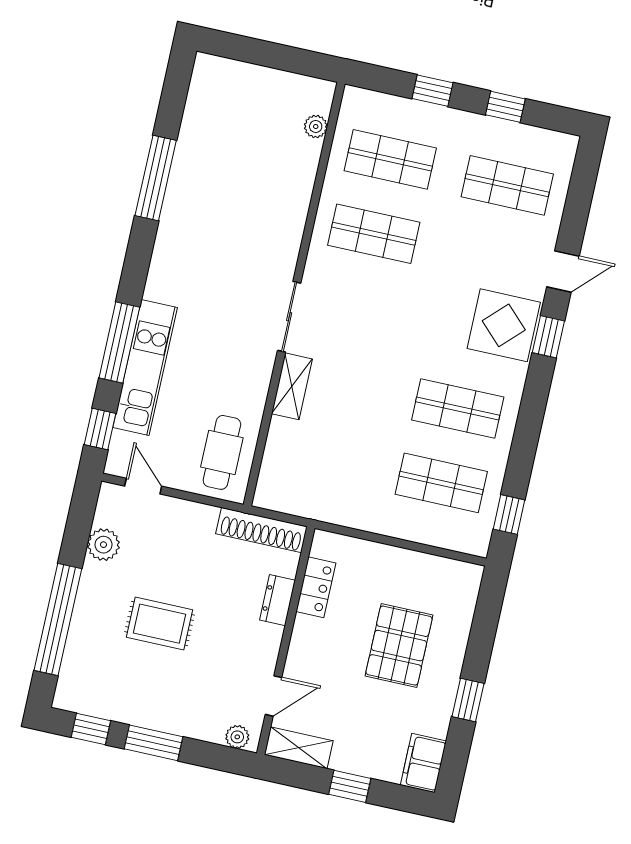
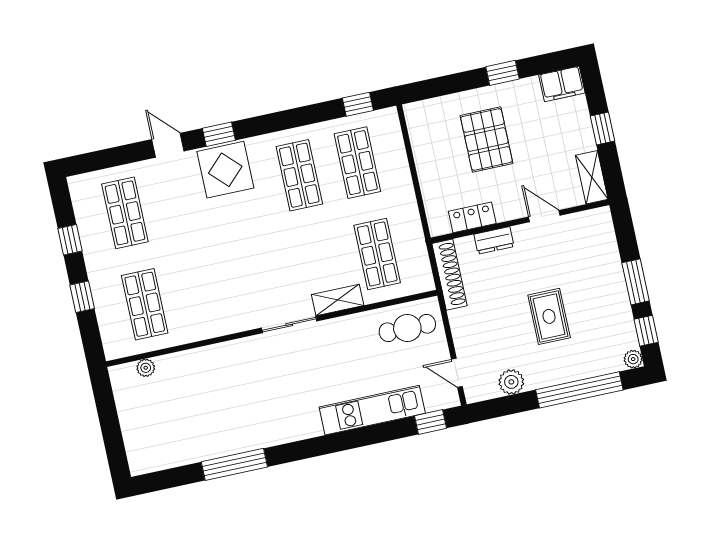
shop shelf: (374, 234) -> (377, 254), moved
window: (119, 342) -> (363, 437), removed
door: (143, 486) -> (457, 373), hinge flipped
pallet: (399, 646) -> (487, 139), turned 90
door: (274, 696) -> (544, 216), moved
plant: (237, 737) -> (633, 359), moved

